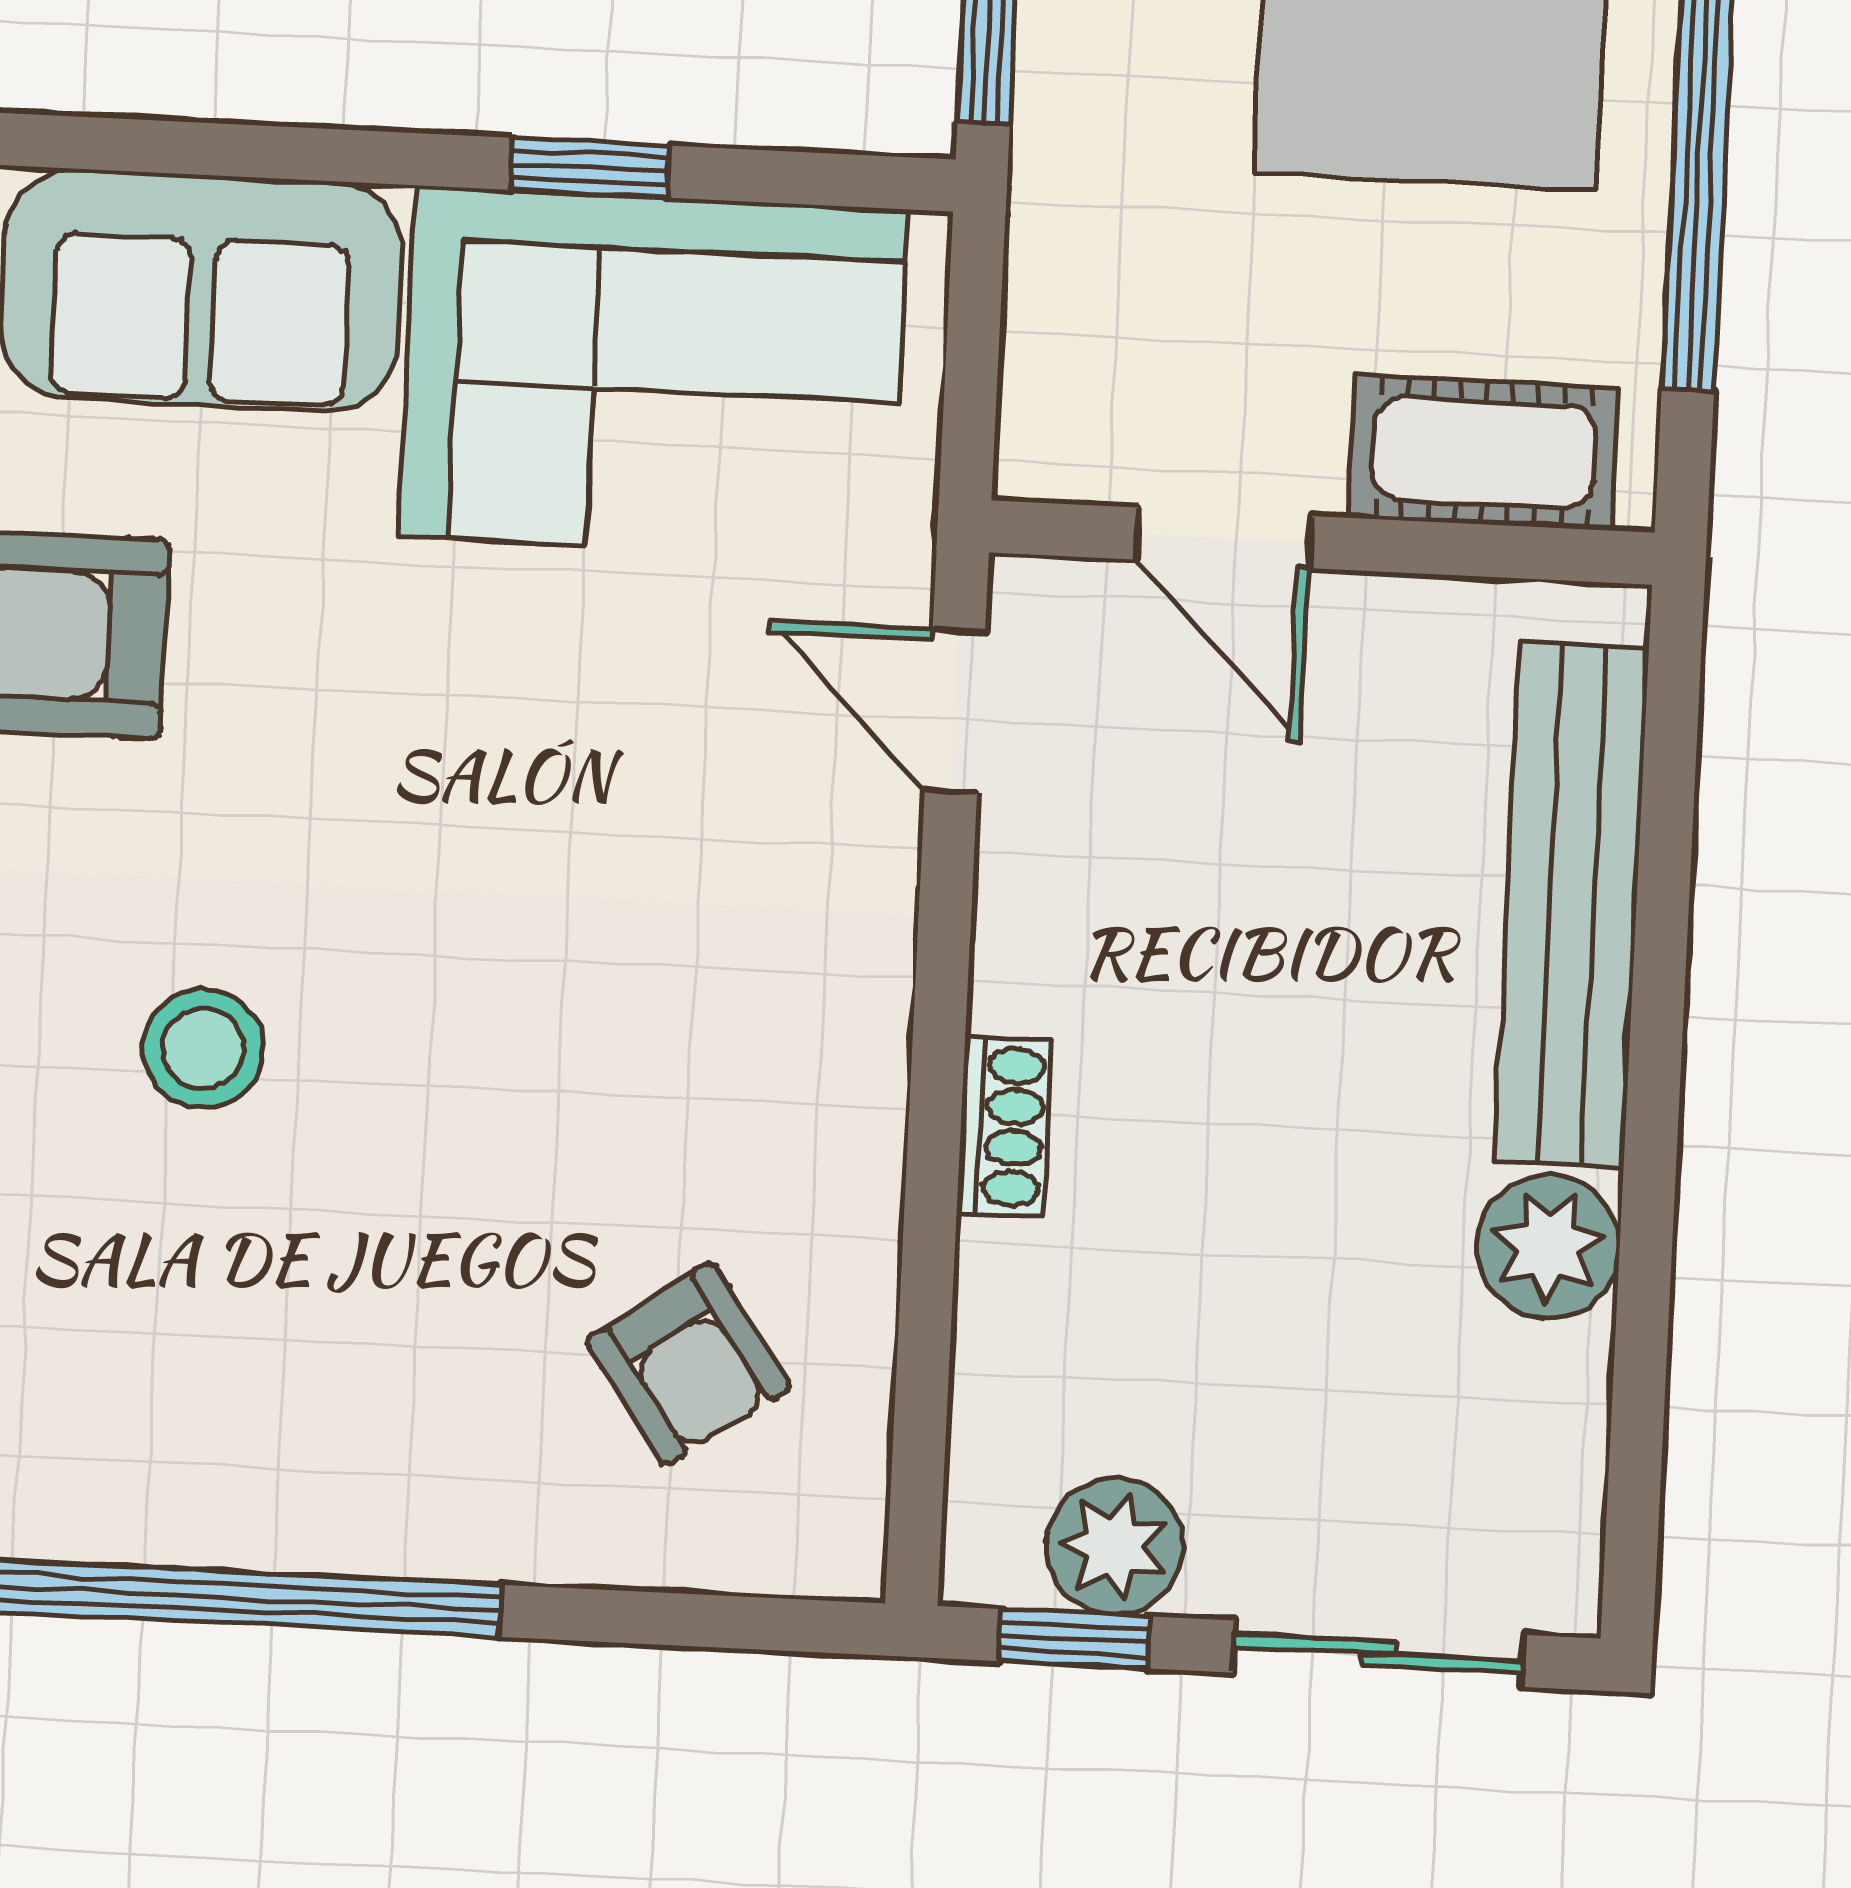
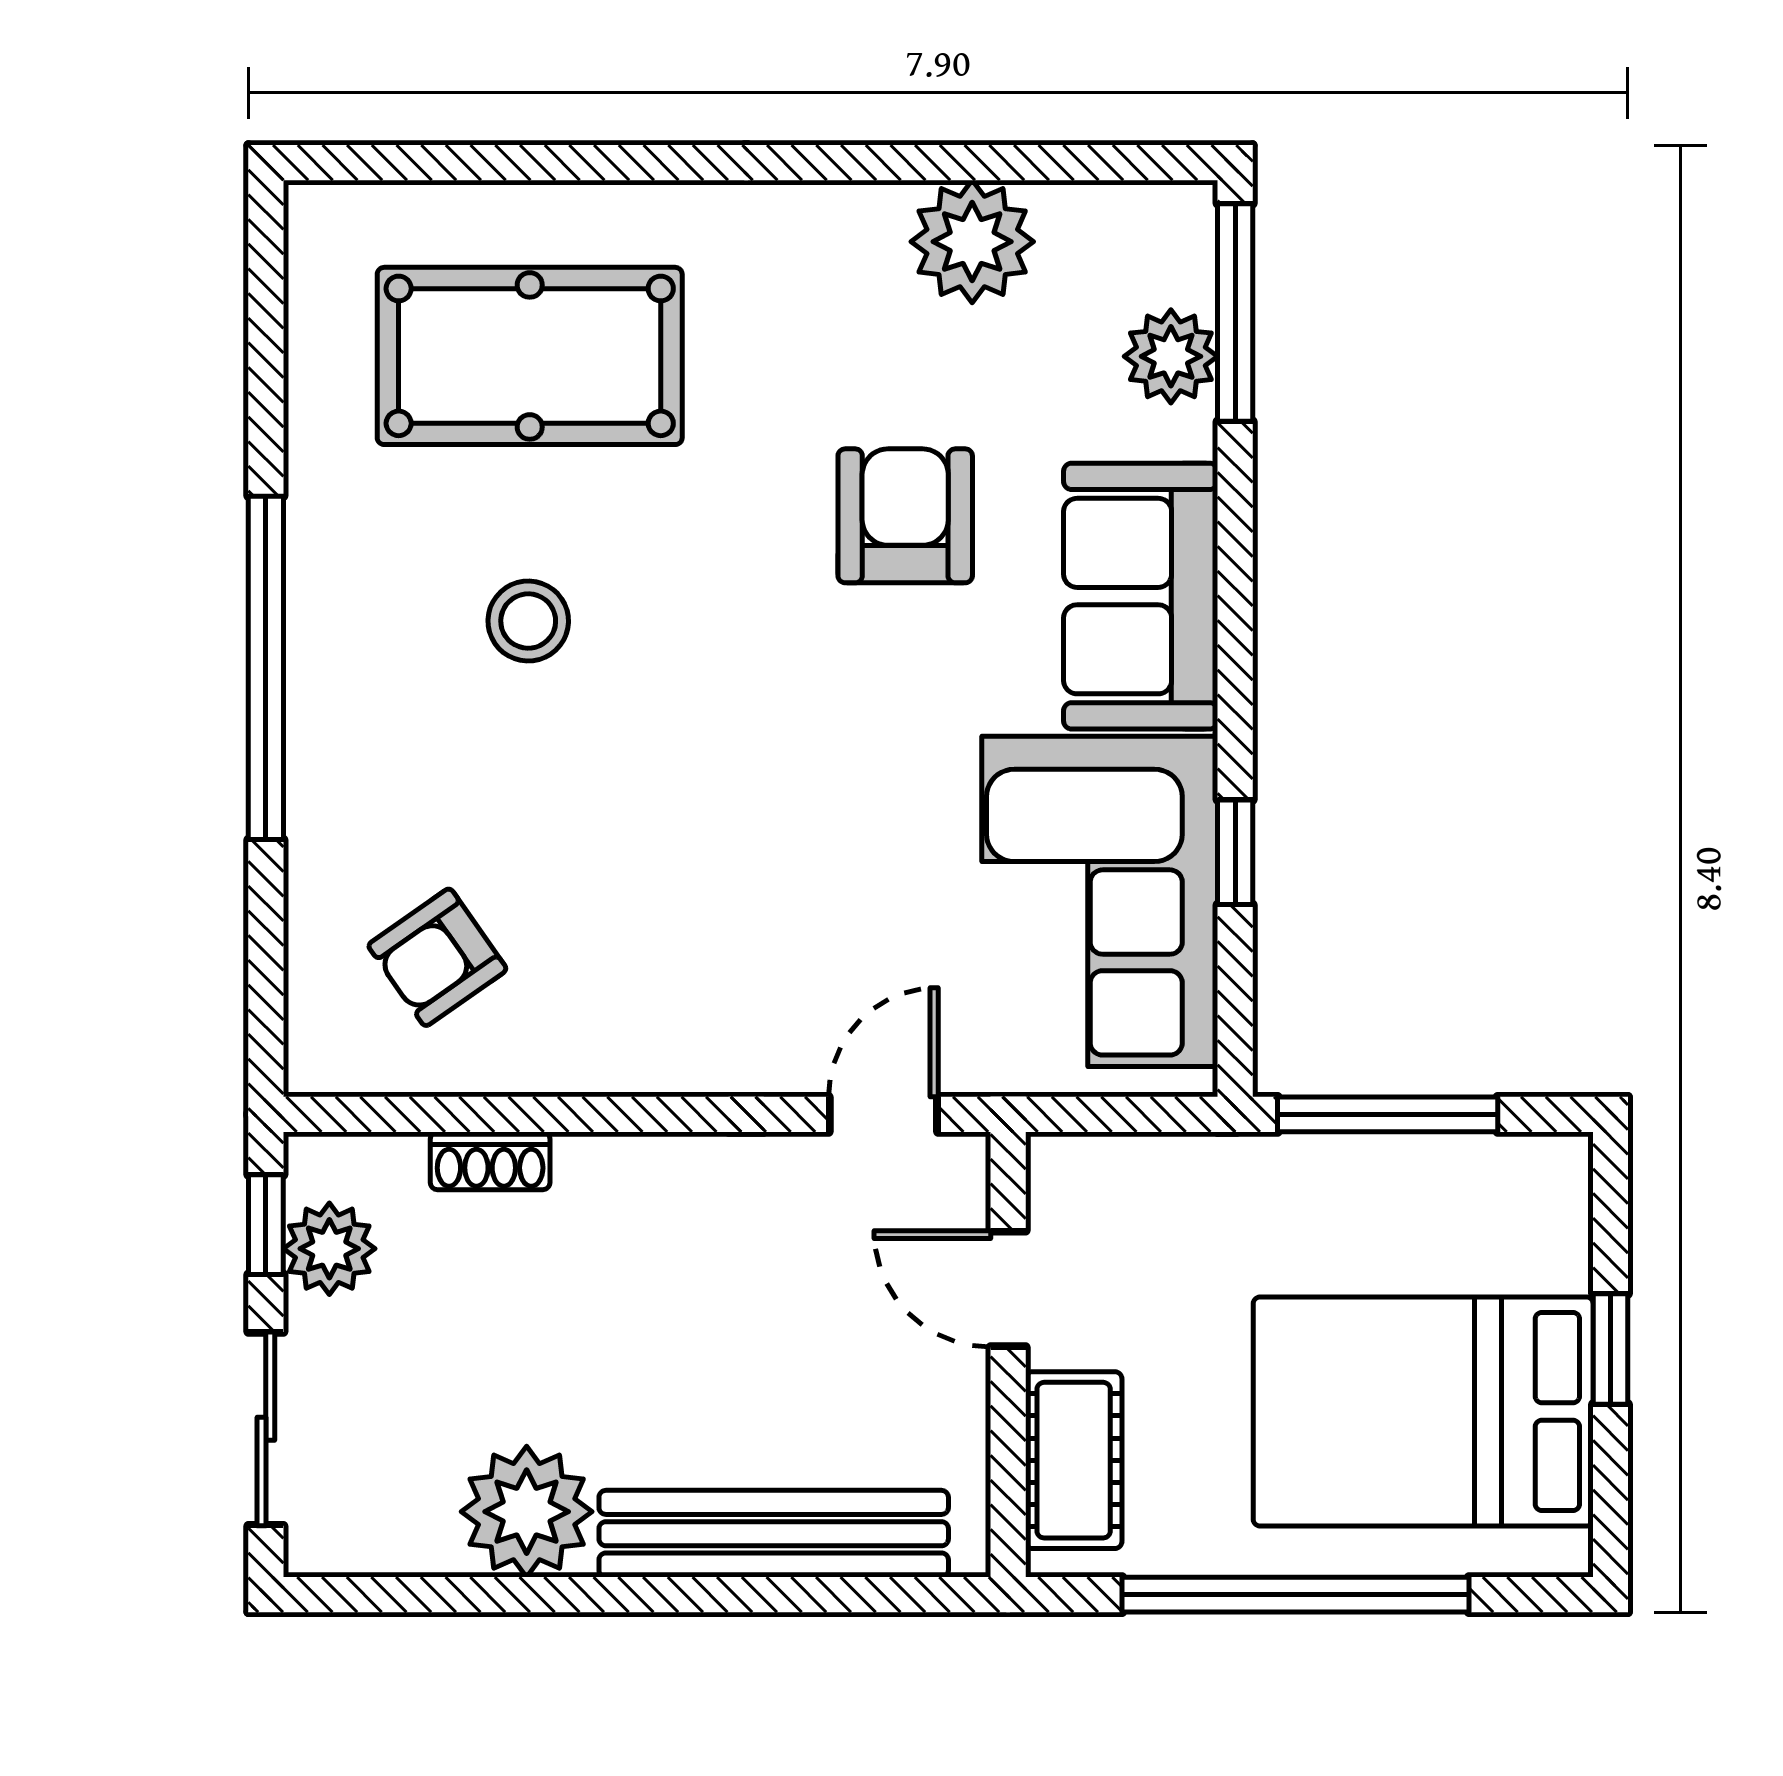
door: (1224, 538) -> (1008, 1289), hinge flipped
stool: (203, 1048) -> (528, 621), moved
shoe rack: (1004, 1127) -> (490, 1161), moved
plant: (1548, 1247) -> (527, 1512), width x1.36, depth x1.36

